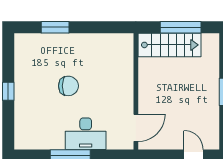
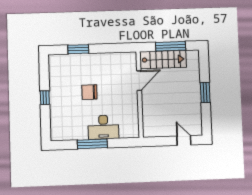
chair: (68, 86) -> (89, 92), turned 180
door: (136, 128) -> (139, 81), moved

